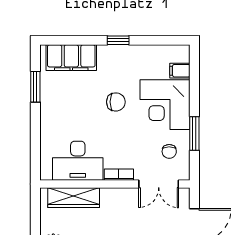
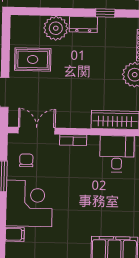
chair: (116, 102) -> (74, 207), removed
desk: (78, 161) -> (117, 154), width x0.73

